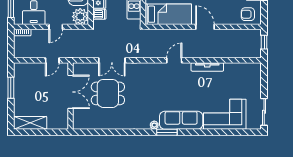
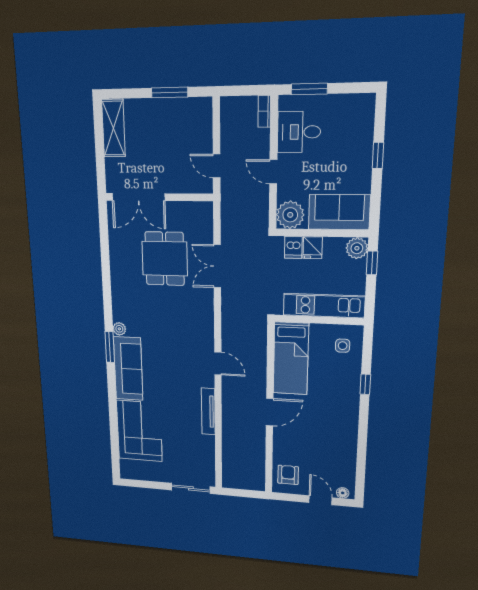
window: (264, 42) -> (245, 493), removed
double door: (70, 92) -> (138, 197), moved
sliding door: (264, 112) -> (191, 488), moved

